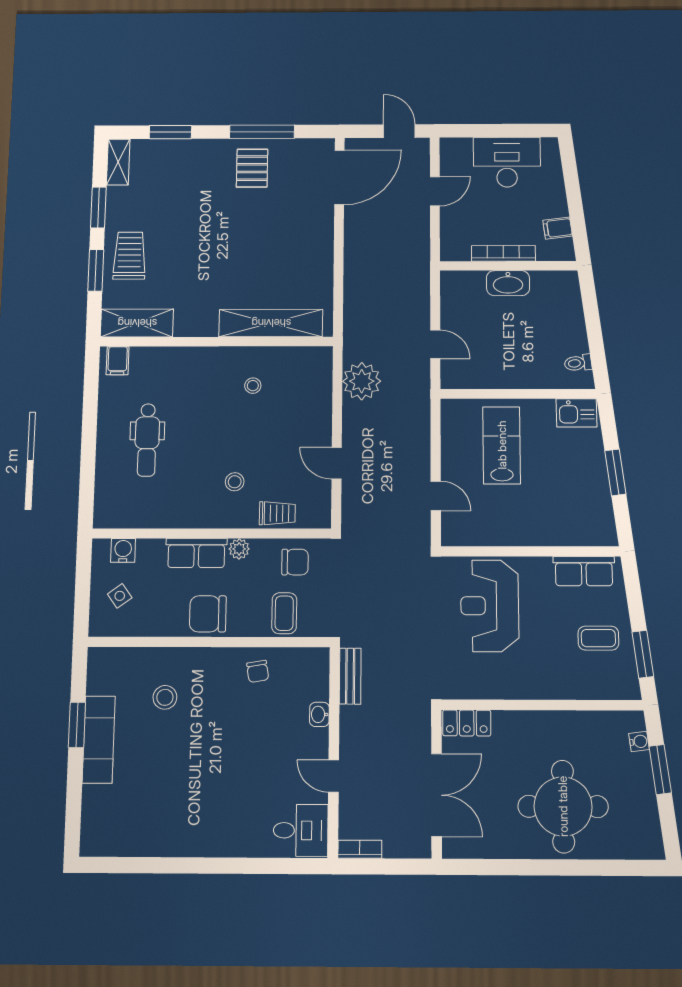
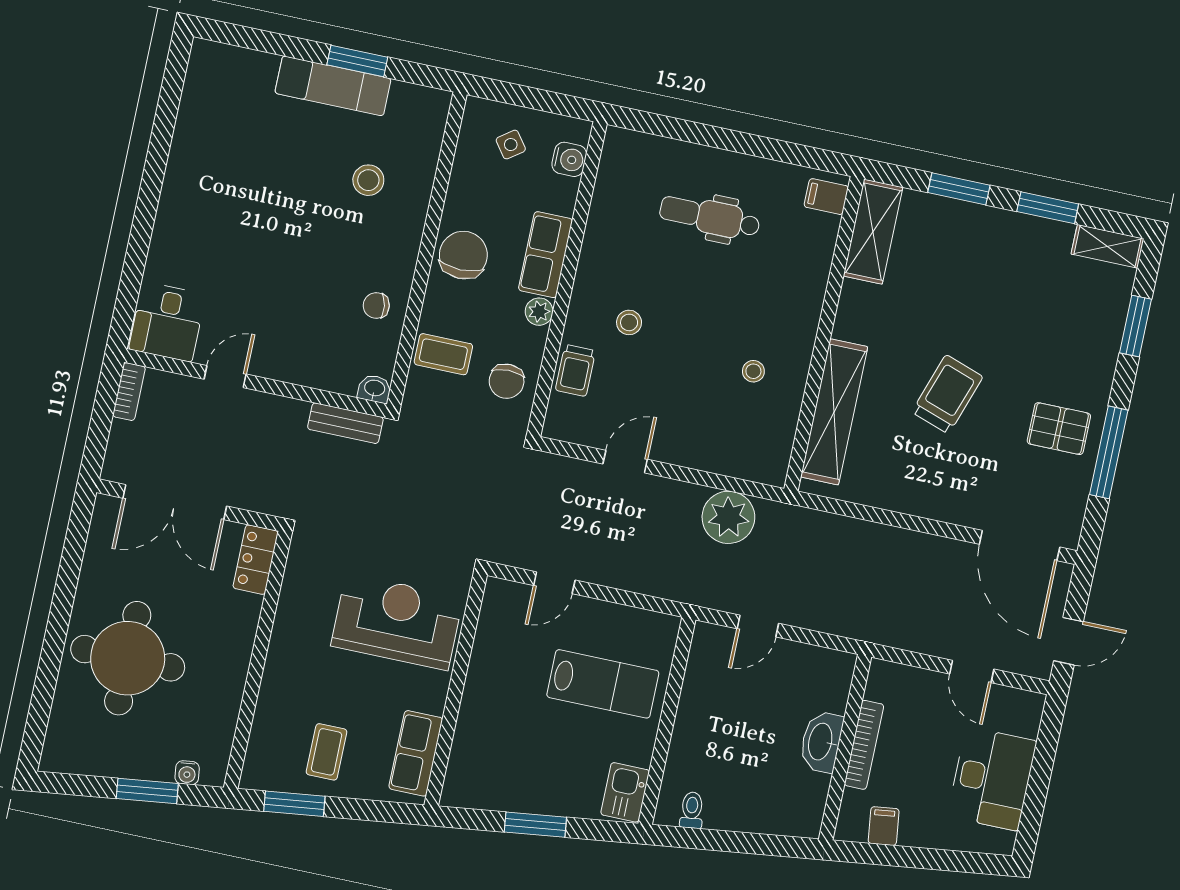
trolley: (130, 256) -> (947, 394), moved, turned -71
washbasin: (319, 714) -> (375, 389), moved

